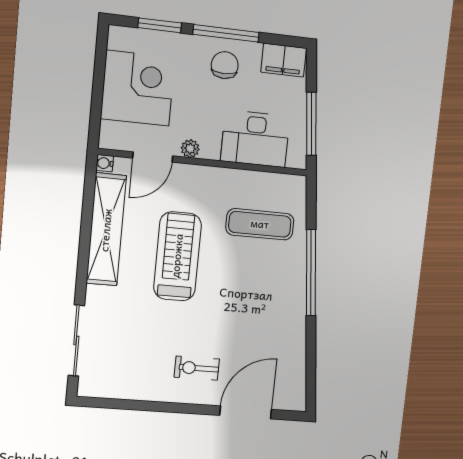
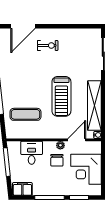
chair: (225, 65) -> (57, 160), moved
desk: (255, 139) -> (32, 153), width x0.73

